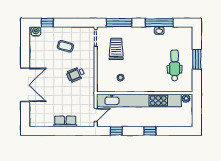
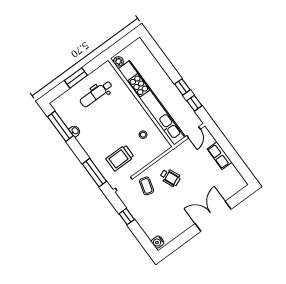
window: (47, 23) -> (127, 217), moved
window: (159, 23) -> (60, 126), moved
coffee table: (65, 46) -> (147, 186), moved
door: (96, 115) -> (194, 132), swing flipped
window: (150, 131) -> (182, 87), moved

